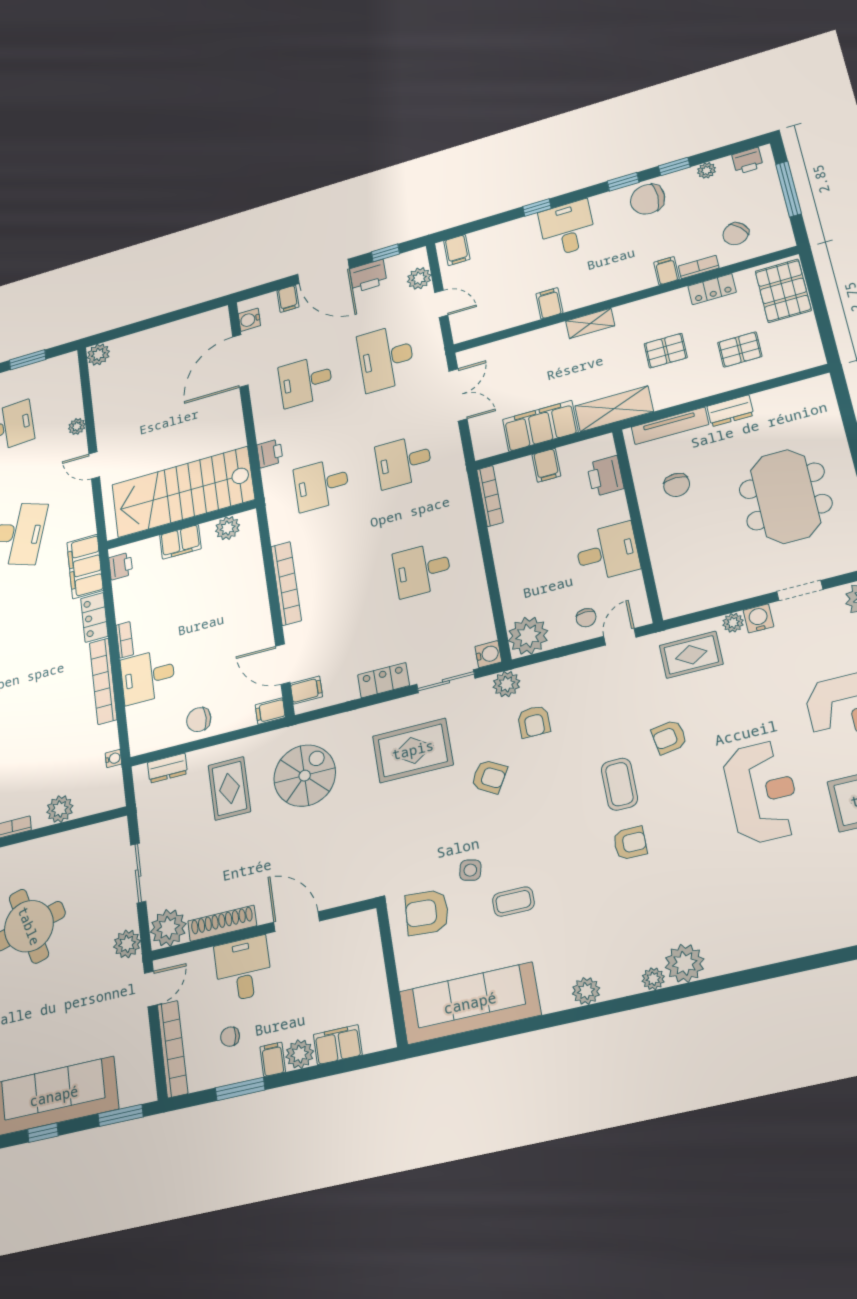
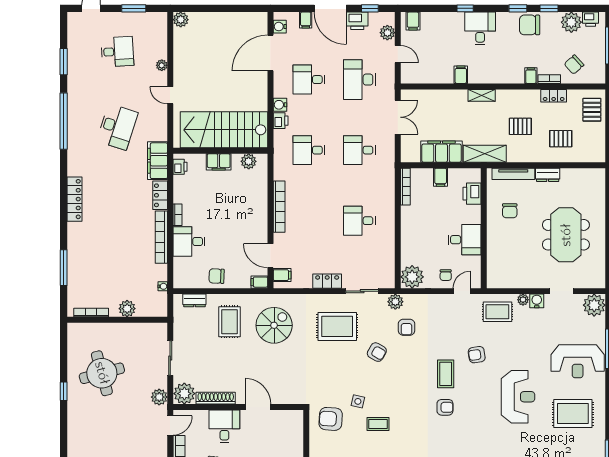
plant: (707, 170) -> (571, 22), width x1.88, depth x1.88
pallet: (783, 291) -> (592, 110), width x0.67, depth x0.71
water cooler: (488, 654) -> (280, 105), moved, turned 180

